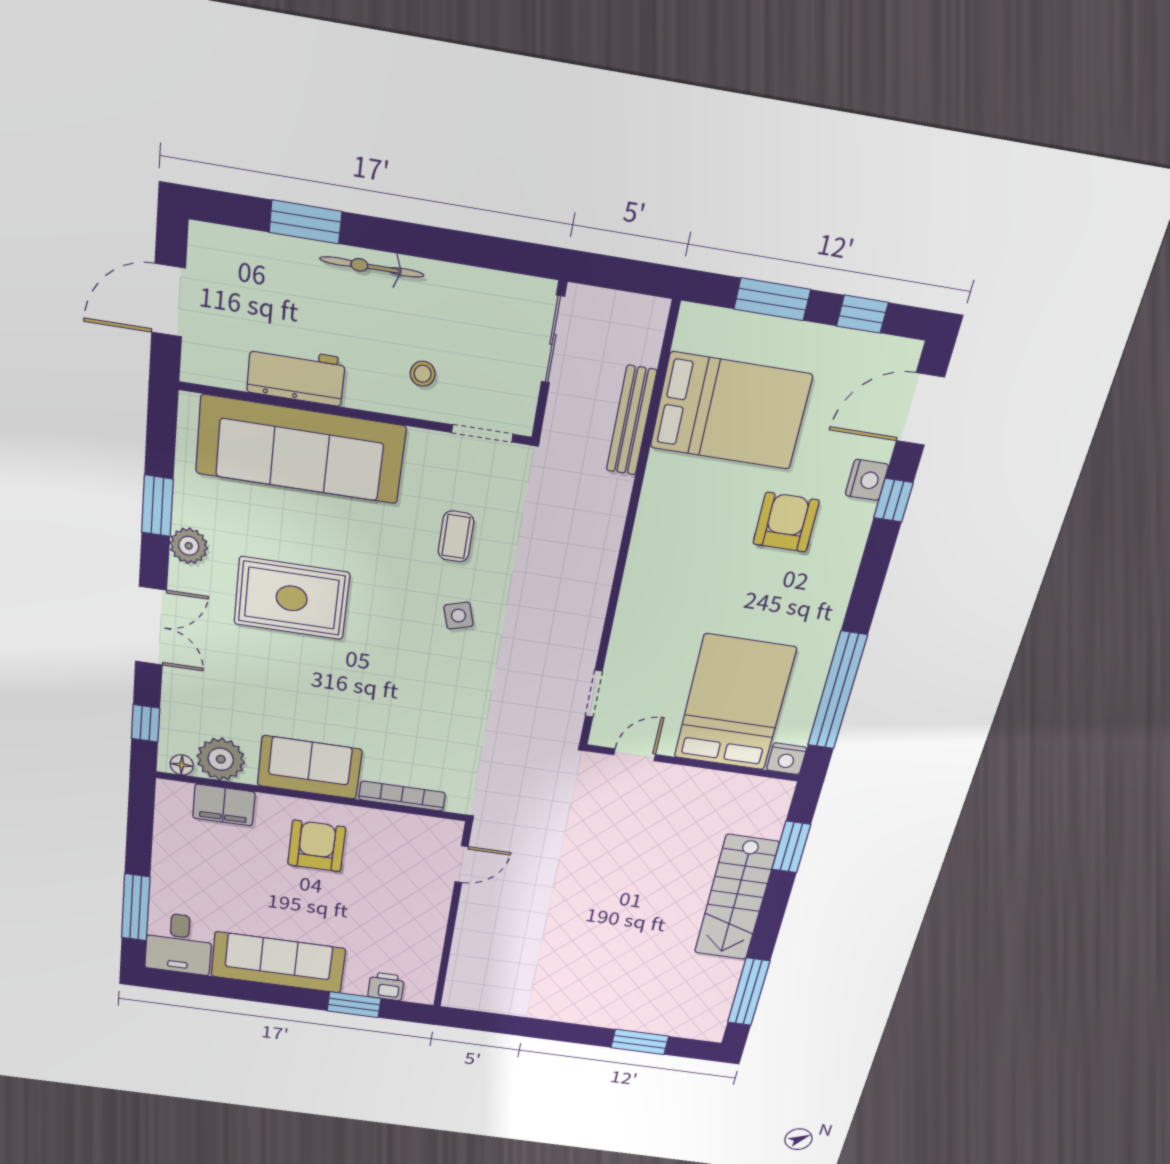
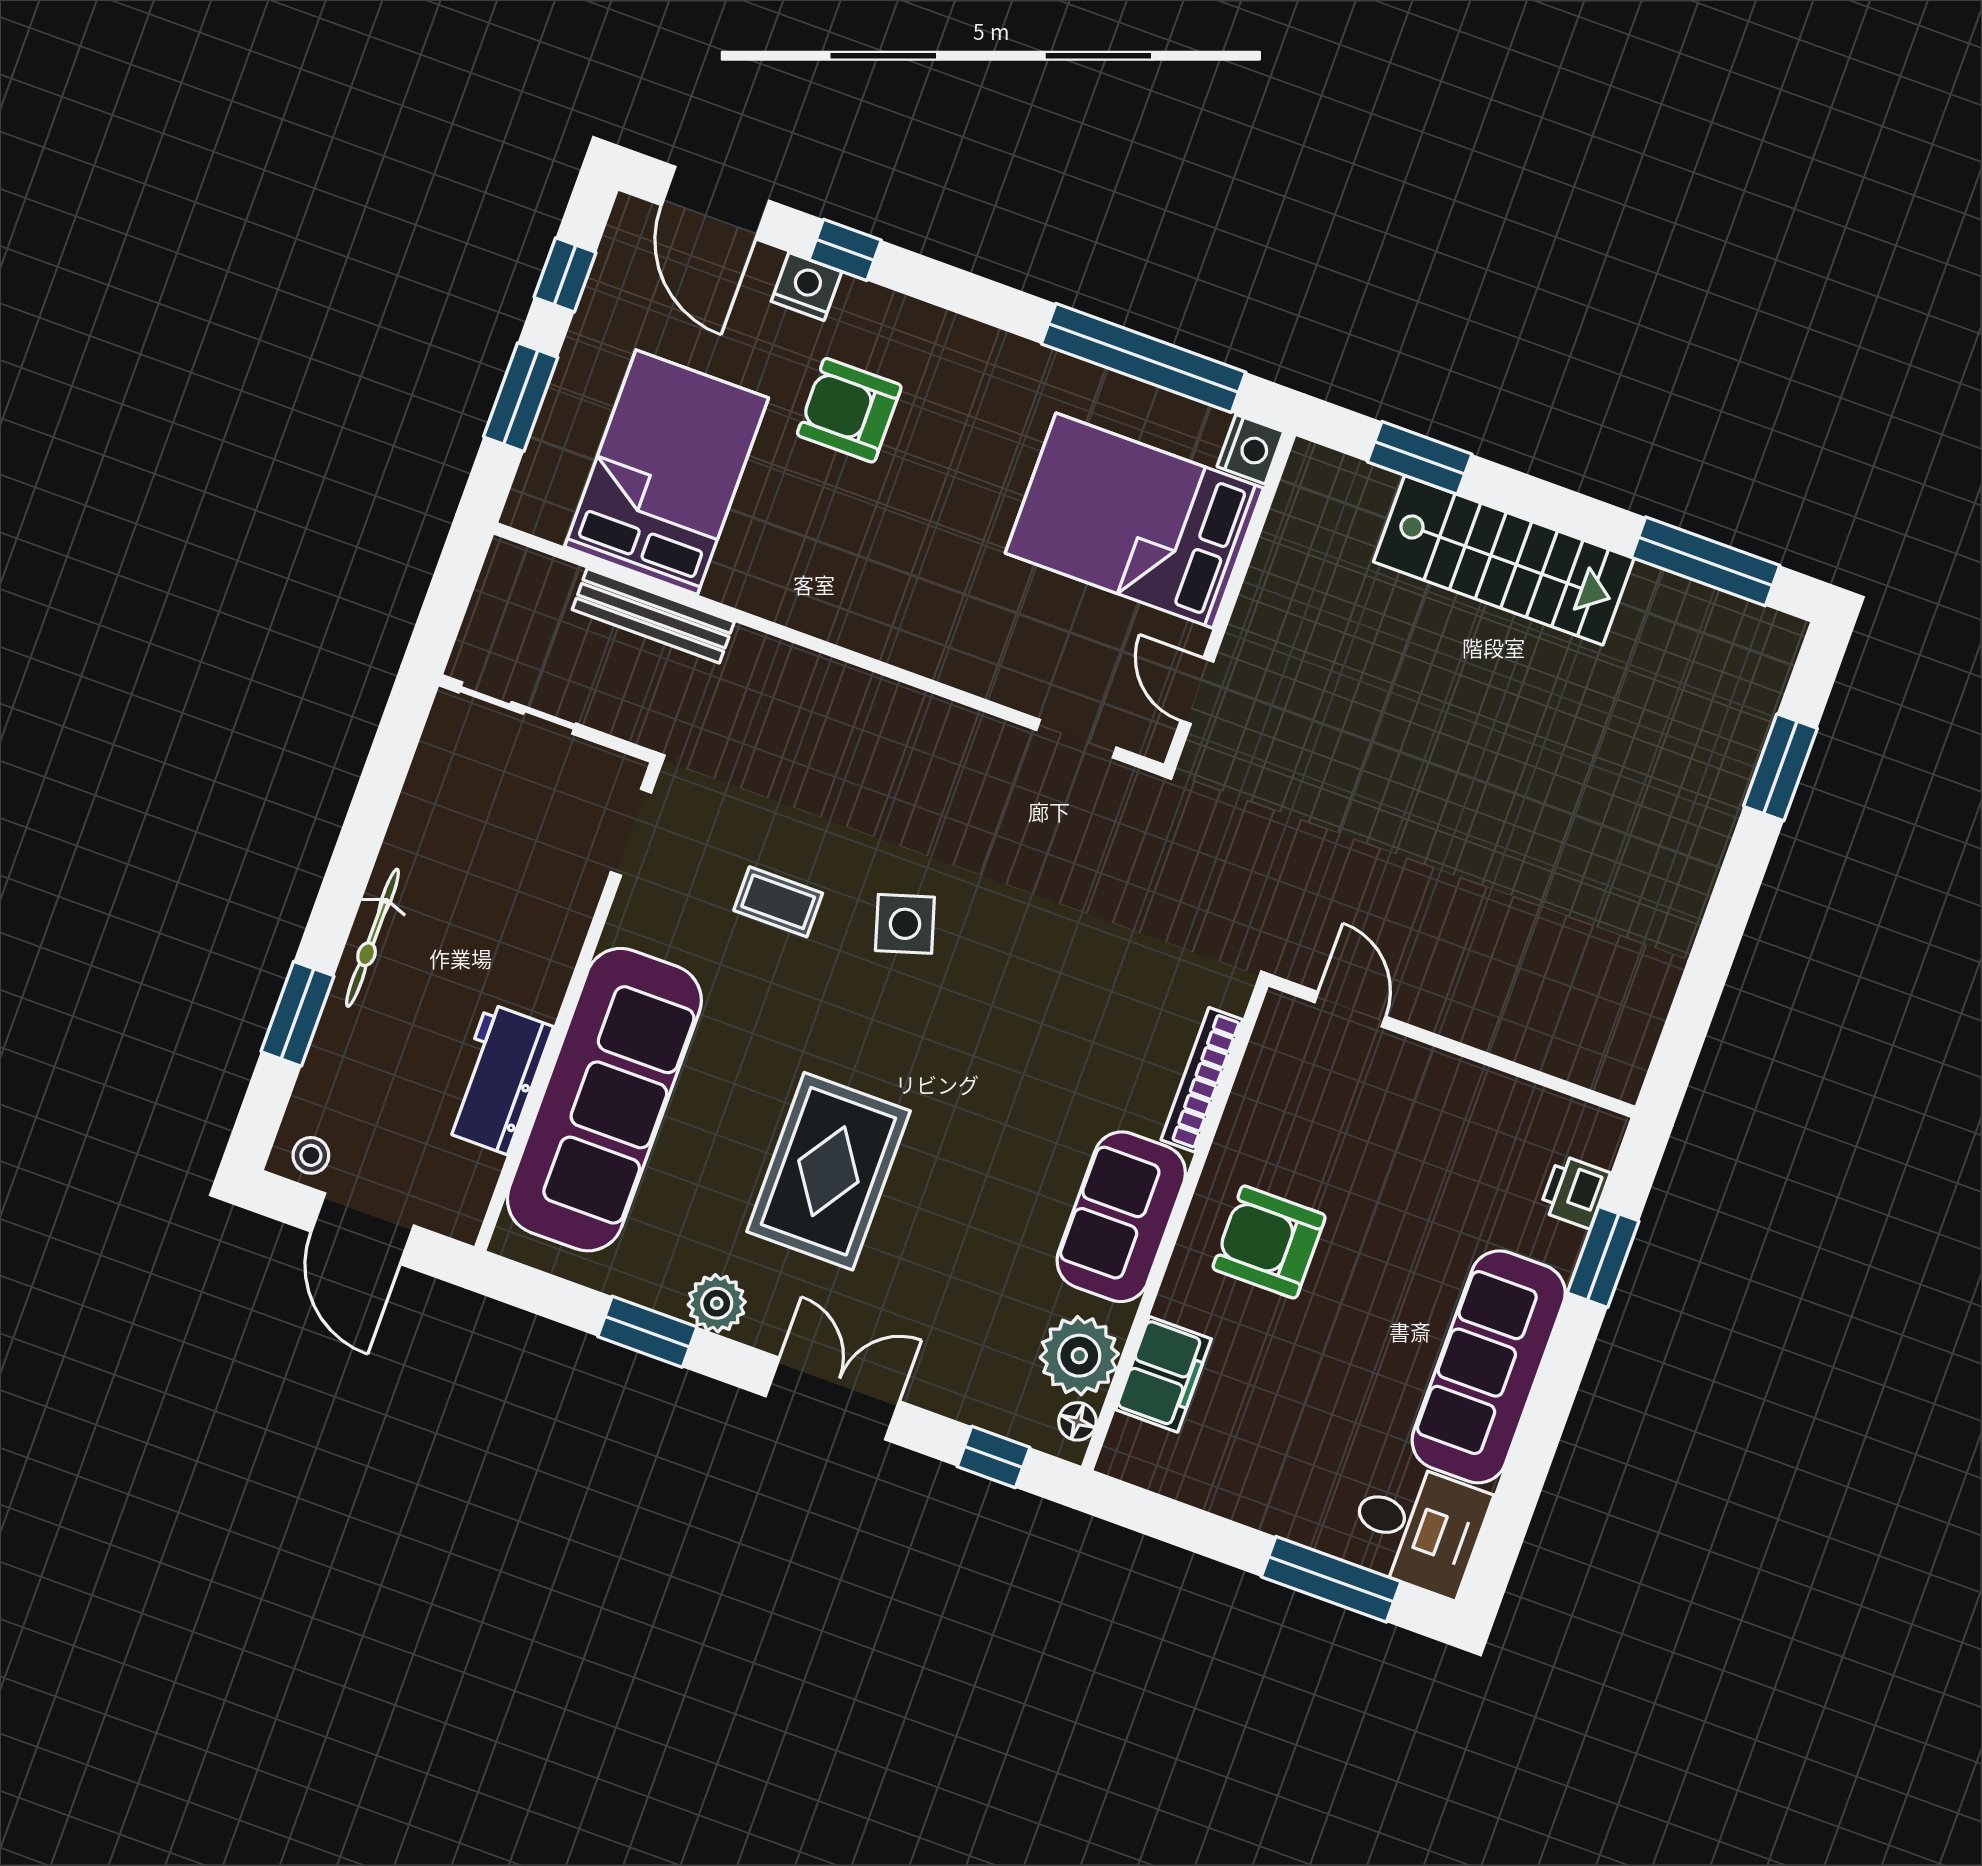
stool: (423, 374) -> (311, 1155), moved
side table: (458, 616) -> (905, 924), width x1.37, depth x1.37

